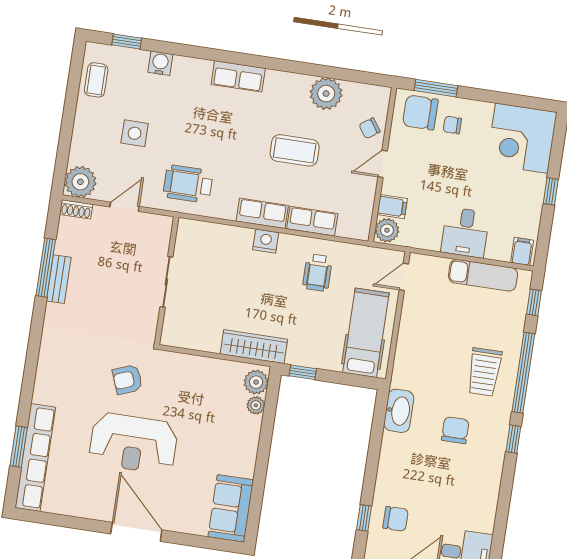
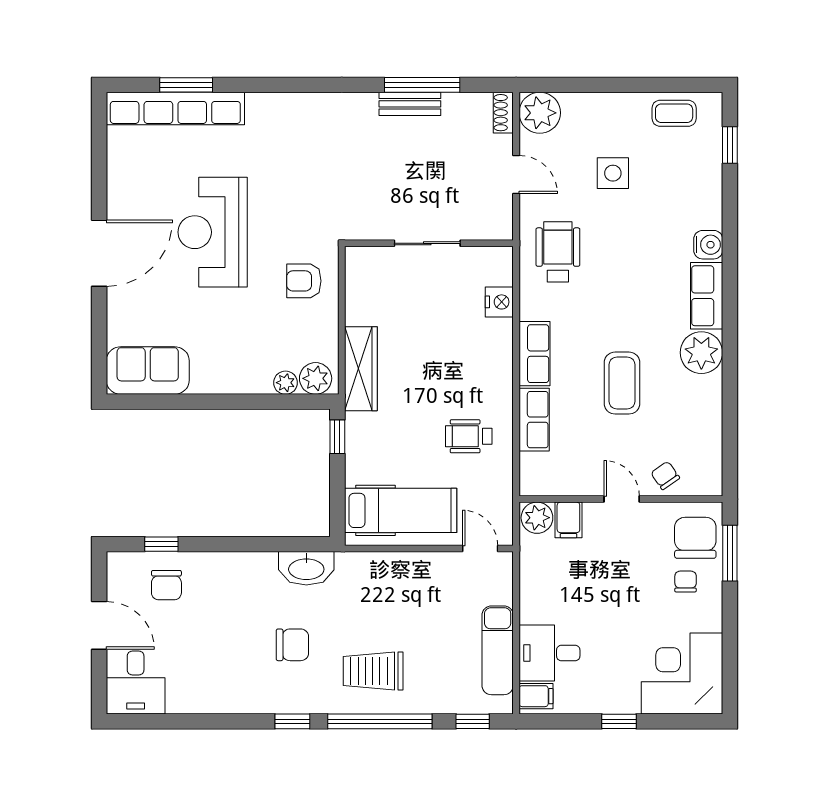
water cooler: (160, 63) -> (708, 245), moved
plant: (326, 94) -> (701, 353), moved
desk: (465, 232) -> (549, 653), moved
nightstand: (266, 241) -> (499, 302), moved
armchair: (127, 379) -> (304, 281), moved, turned -69

